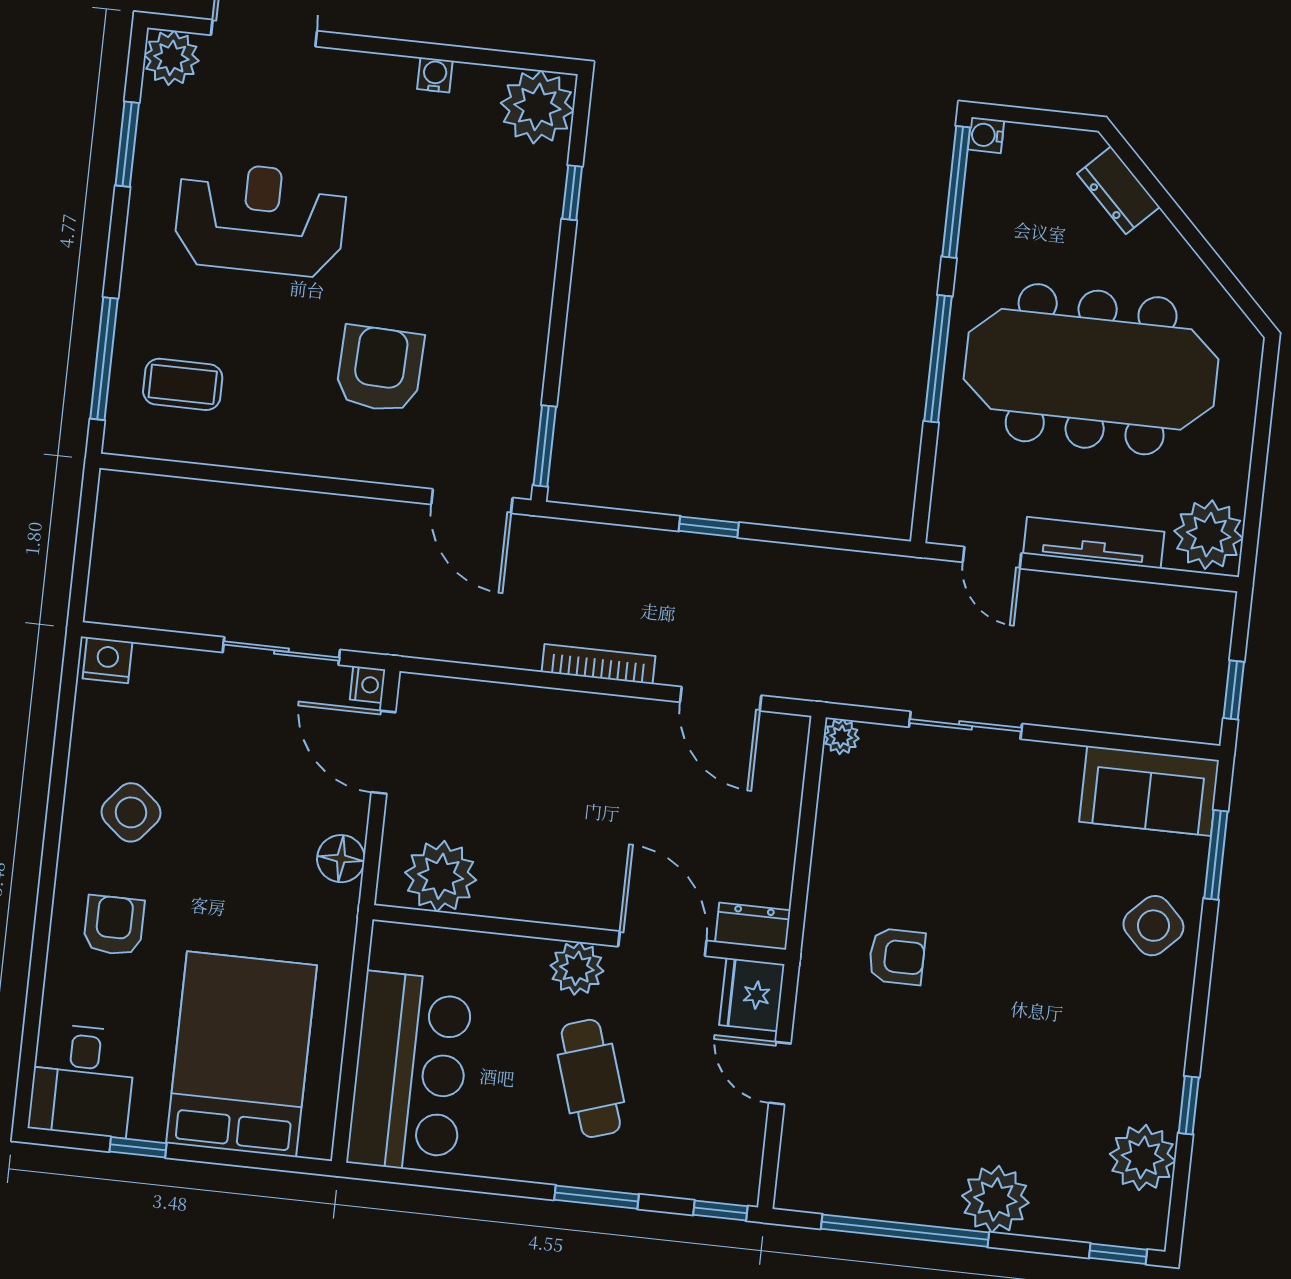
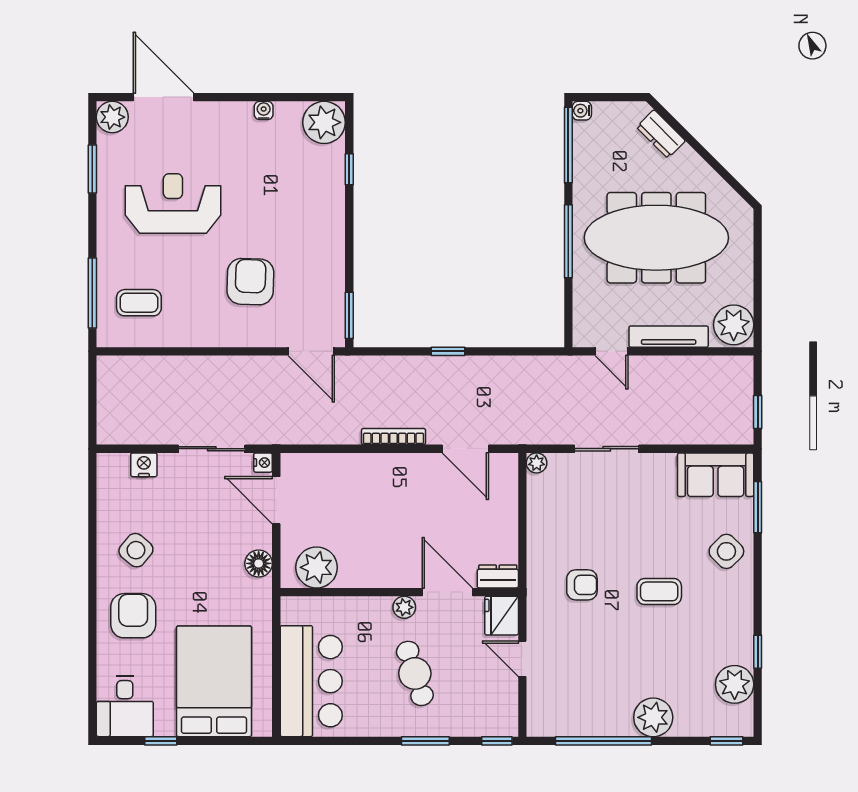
nightstand: (108, 660) -> (144, 465), moved
armchair: (114, 925) -> (133, 616), width x1.38, depth x1.38
plant: (577, 968) -> (404, 607), width x0.73, depth x0.73
coffee table: (1029, 982) -> (659, 591), added

